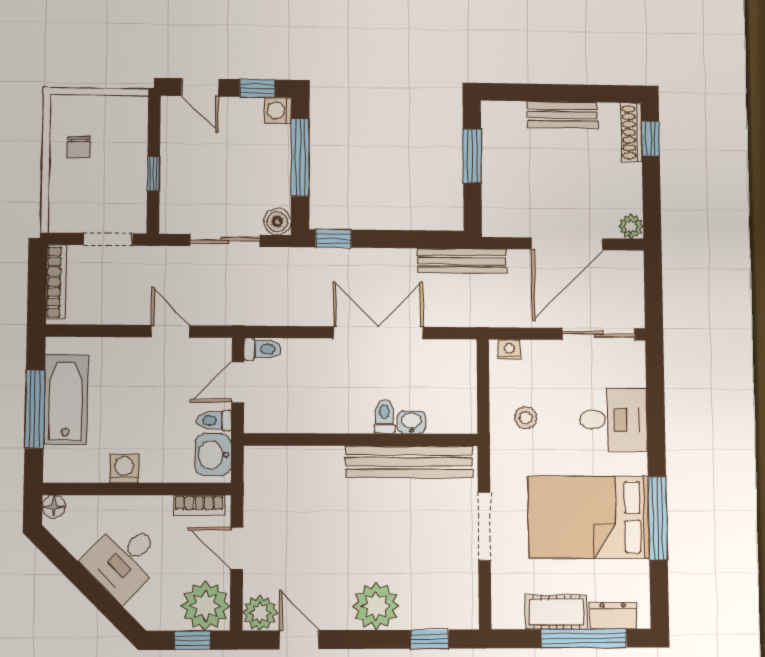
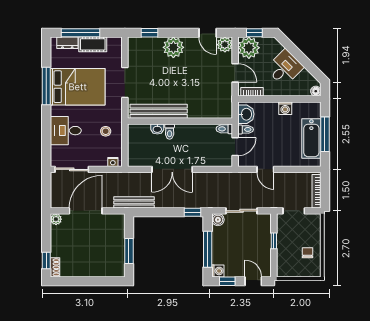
bench: (562, 115) -> (87, 271), removed
shoe rack: (631, 132) -> (55, 267), width x0.70
toilet: (262, 349) -> (224, 129), moved

